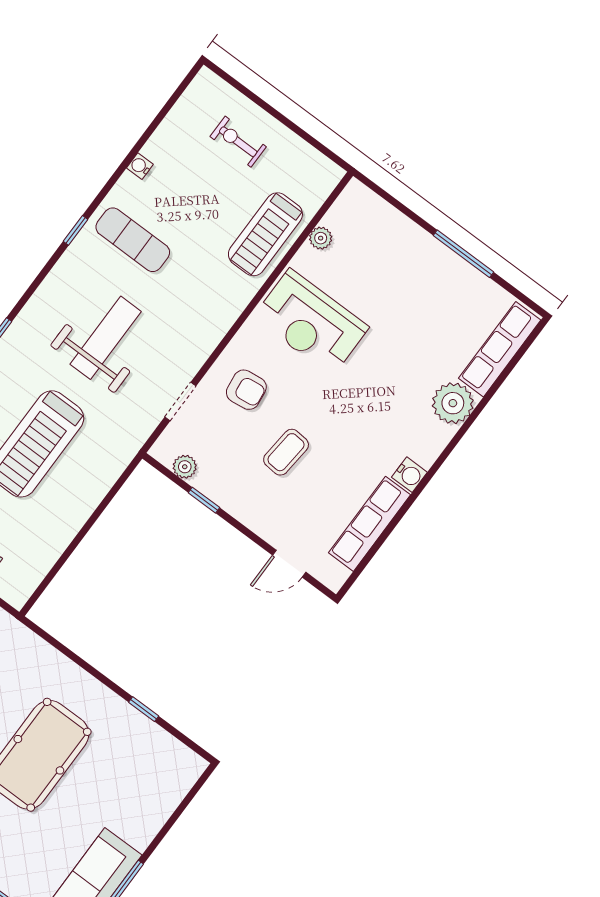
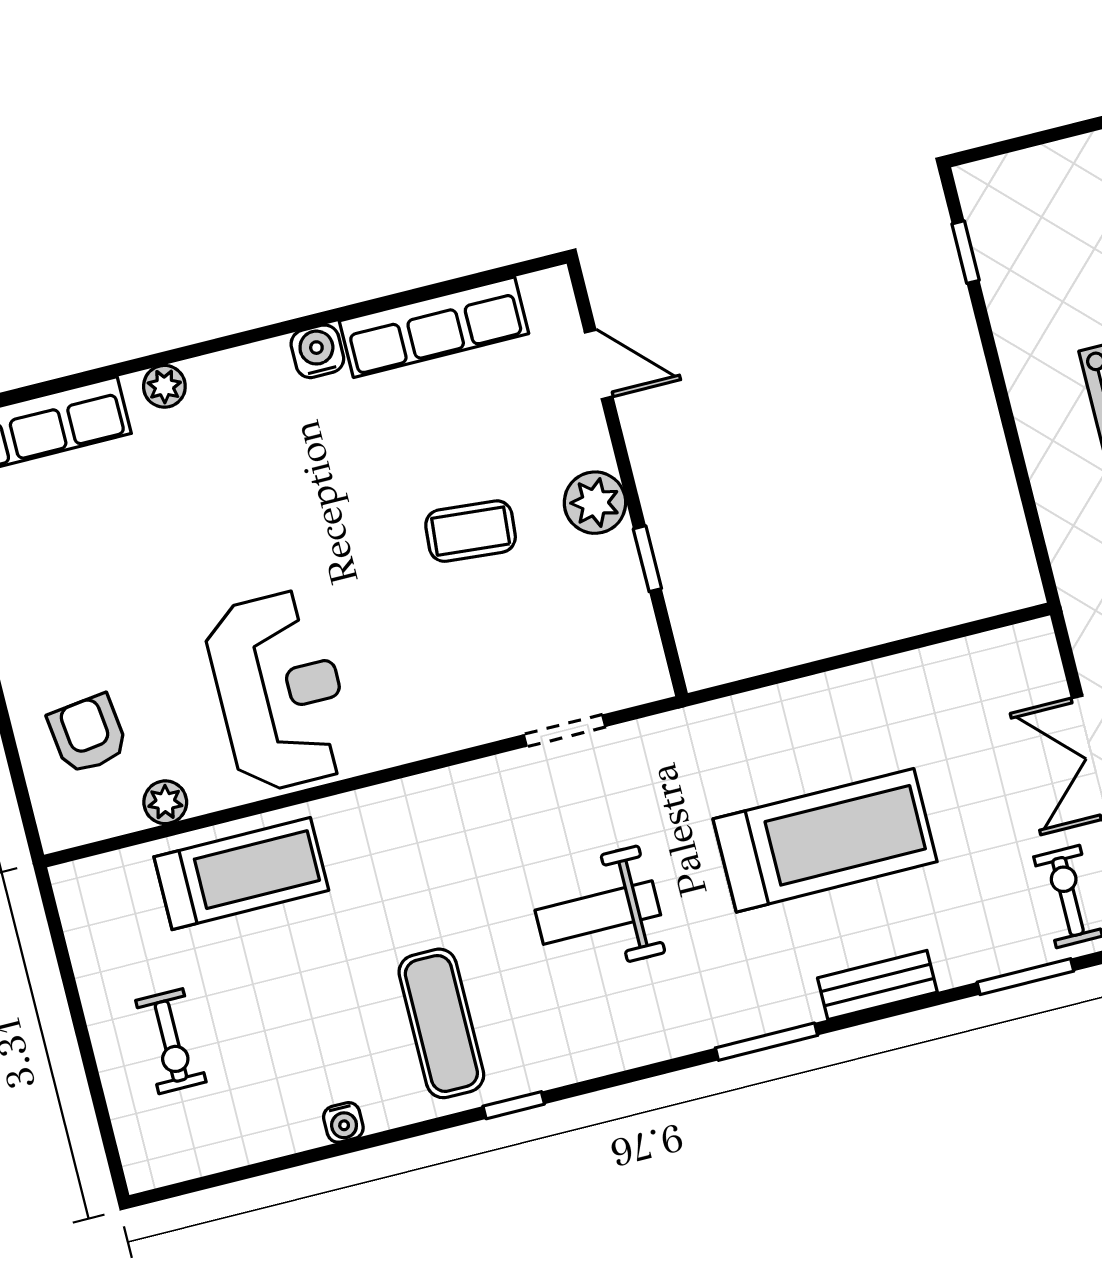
weight bench: (106, 338) -> (598, 913), width x0.73, depth x0.75
armchair: (246, 390) -> (88, 734), moved
plant: (453, 403) -> (164, 386), width x0.53, depth x0.53
plant: (185, 467) -> (595, 503), moved, width x1.38, depth x1.38
window: (144, 709) -> (966, 252), moved

